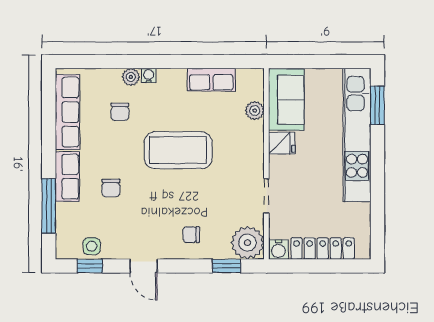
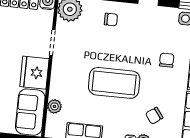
chair: (120, 112) -> (154, 116), turned -126
fridge: (282, 143) -> (34, 73), width x1.88, depth x1.34

